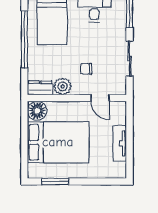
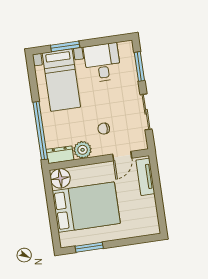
window: (24, 39) -> (40, 131), moved
door: (100, 98) -> (122, 156), hinge flipped
tv unit: (120, 143) -> (145, 177), moved

